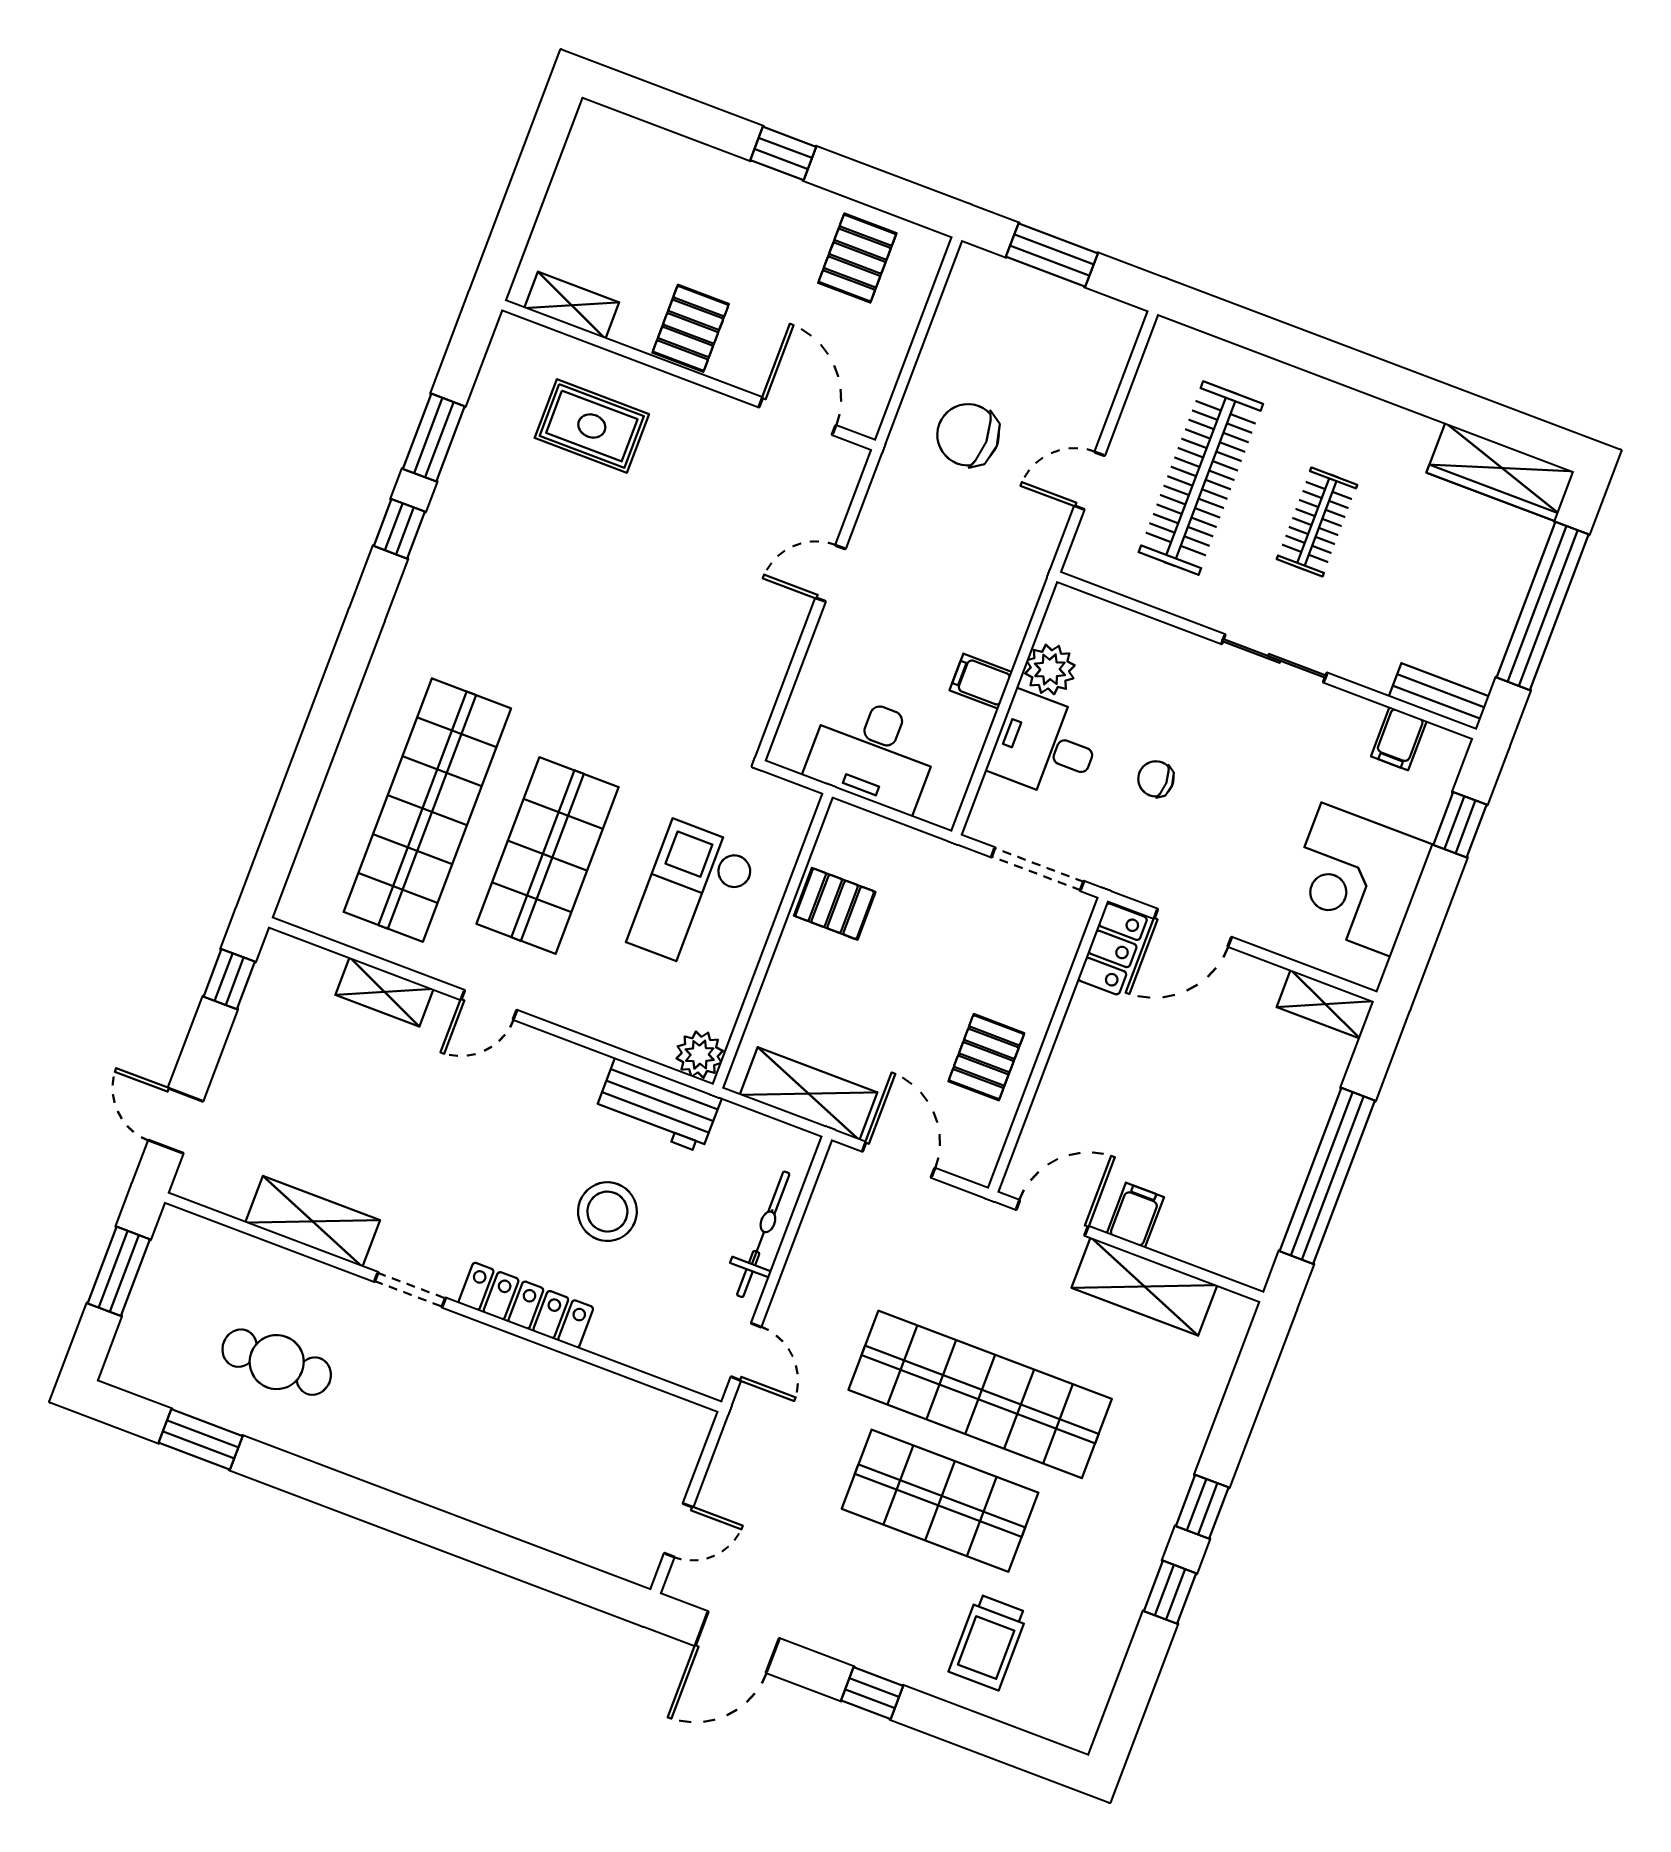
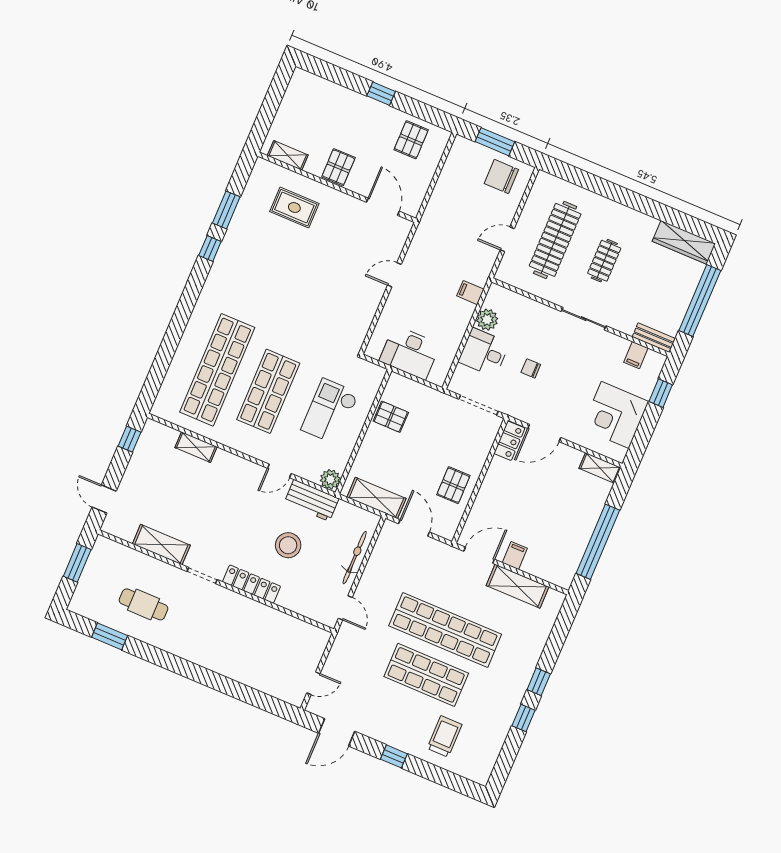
chair: (968, 435) -> (501, 177), moved
filing cabinet: (981, 681) -> (470, 293), moved
door: (489, 1005) -> (279, 471), moved
trolley: (988, 1642) -> (445, 736), turned 180

